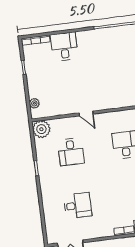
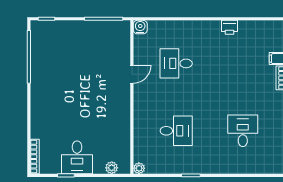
desk: (64, 47) -> (77, 157), moved, turned -90
door: (86, 113) -> (132, 74), moved
plant: (41, 129) -> (139, 168), width x0.53, depth x0.53

